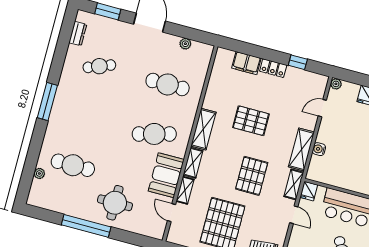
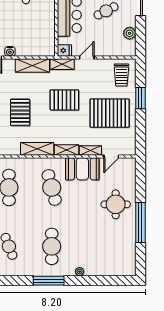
water cooler: (319, 149) -> (10, 51), moved
cafe table: (73, 165) -> (52, 246), moved
plant: (39, 173) -> (80, 272), moved

